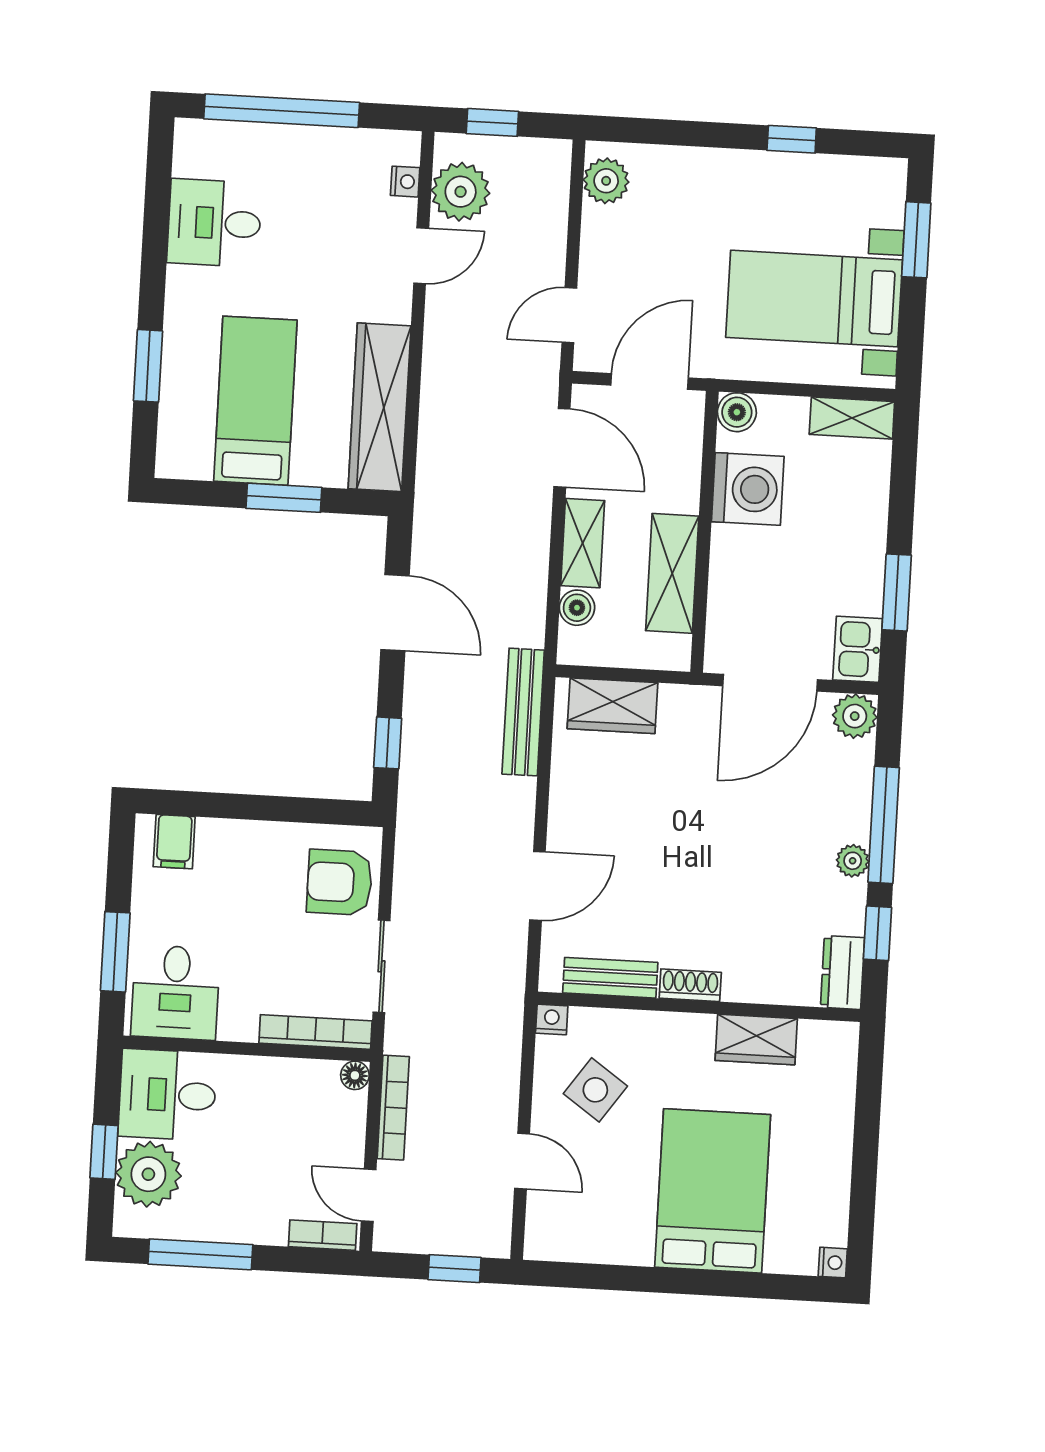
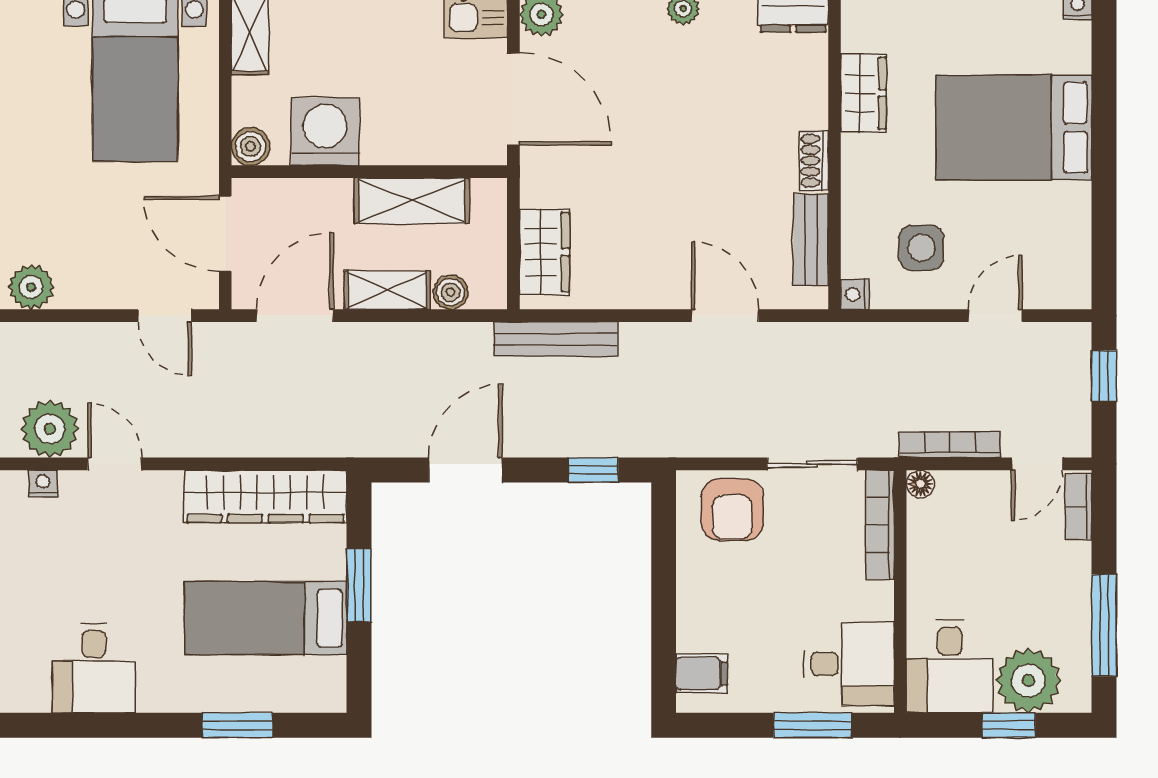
side table: (595, 1090) -> (921, 248), turned -35

